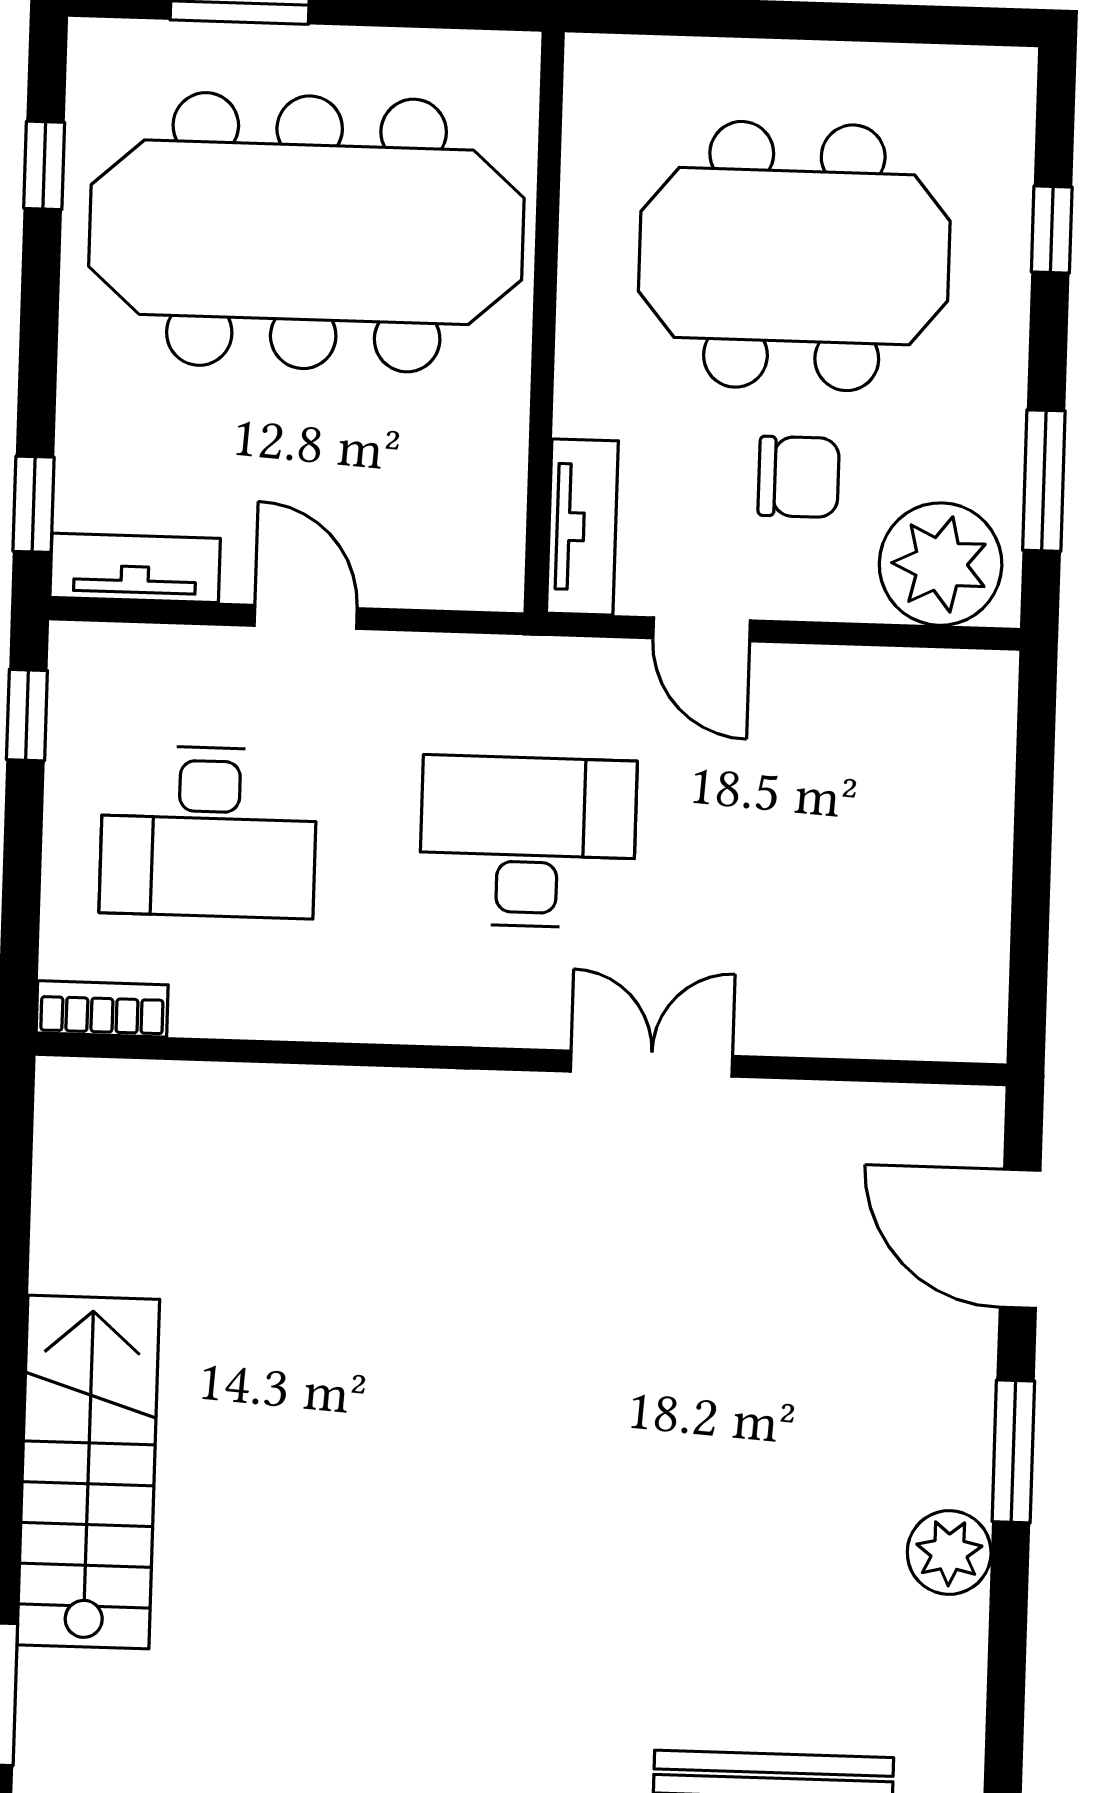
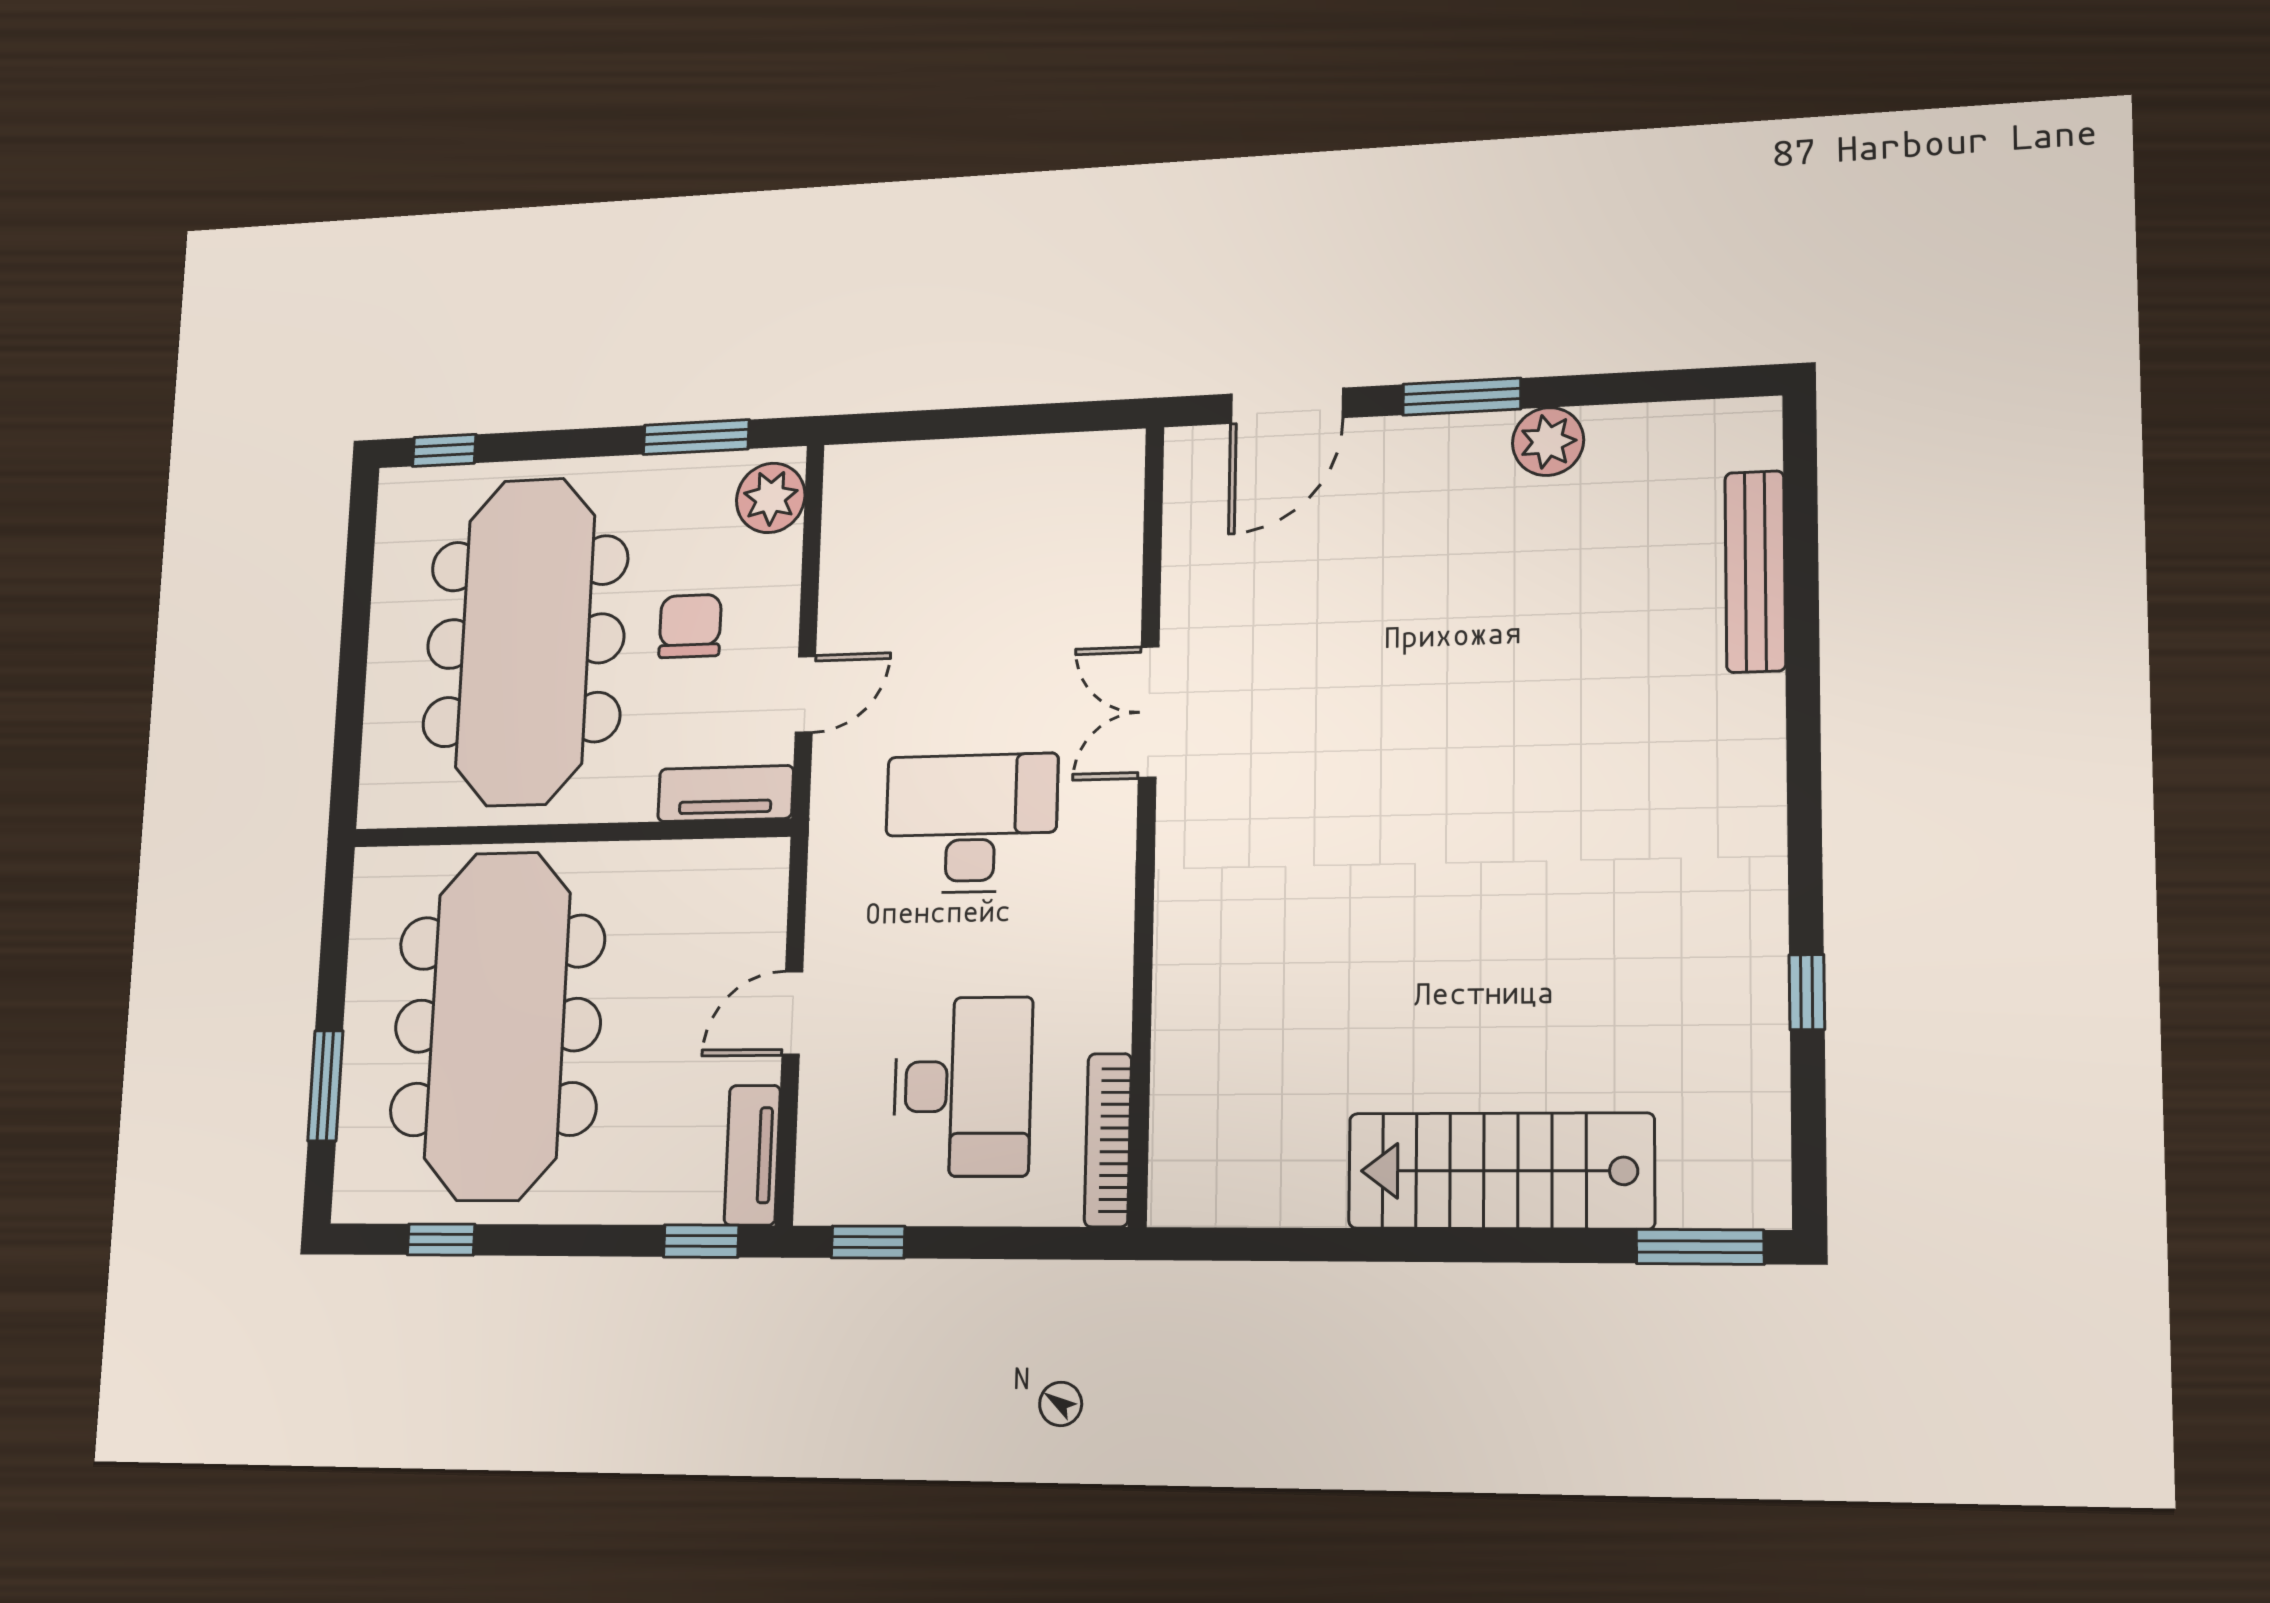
window: (1052, 230) -> (444, 450), moved
meeting table: (794, 256) -> (525, 641), width x1.36
plant: (941, 564) -> (771, 498), width x0.73, depth x0.73
desk: (528, 842) -> (971, 823), turned 90
bookcase: (102, 1009) -> (1108, 1140), width x1.56

